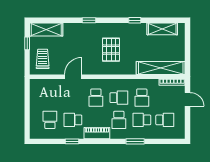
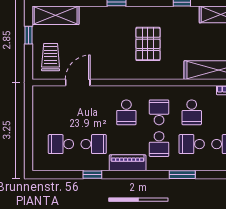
door: (73, 77) -> (78, 82), moved
school desk: (119, 98) -> (159, 112), turned -90
school desk: (50, 120) -> (61, 144), turned -90
school desk: (73, 120) -> (94, 144), turned 180

